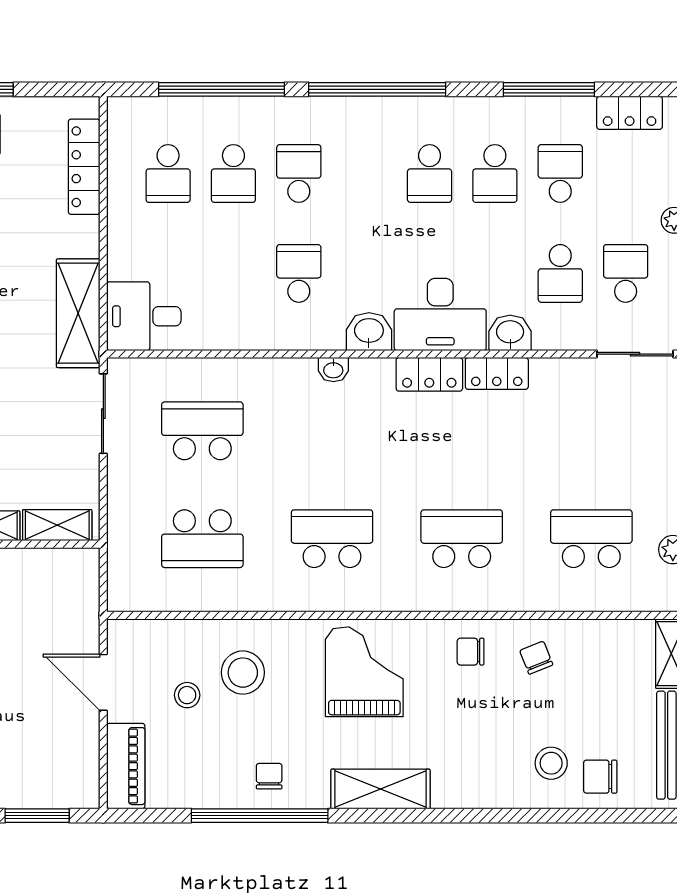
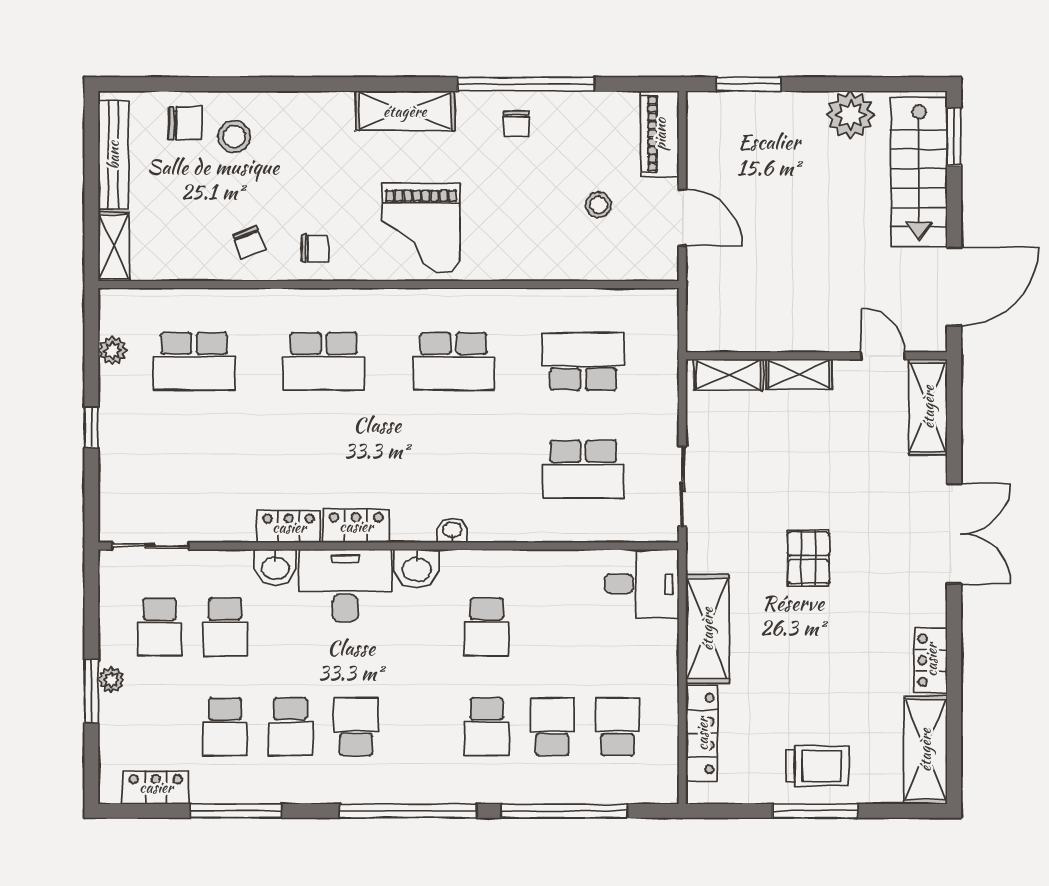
school desk: (495, 173) -> (290, 727), turned 180
school desk: (560, 273) -> (225, 627), turned 180
shelving: (78, 313) -> (707, 629), moved
stool: (243, 673) -> (543, 227), removed

